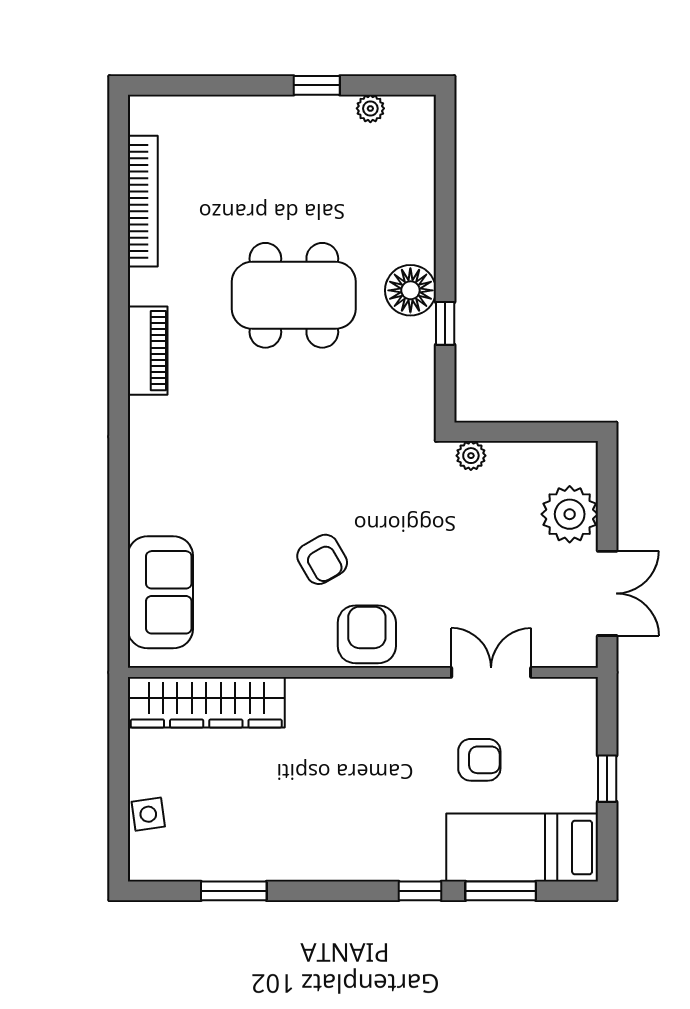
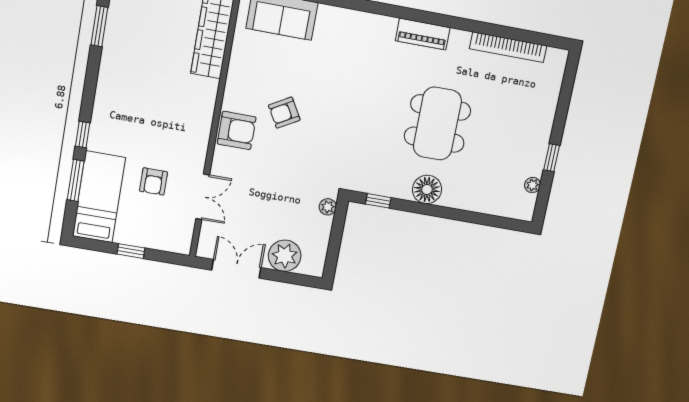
window: (445, 323) -> (378, 201), moved
double door: (607, 593) -> (236, 269), swing flipped

